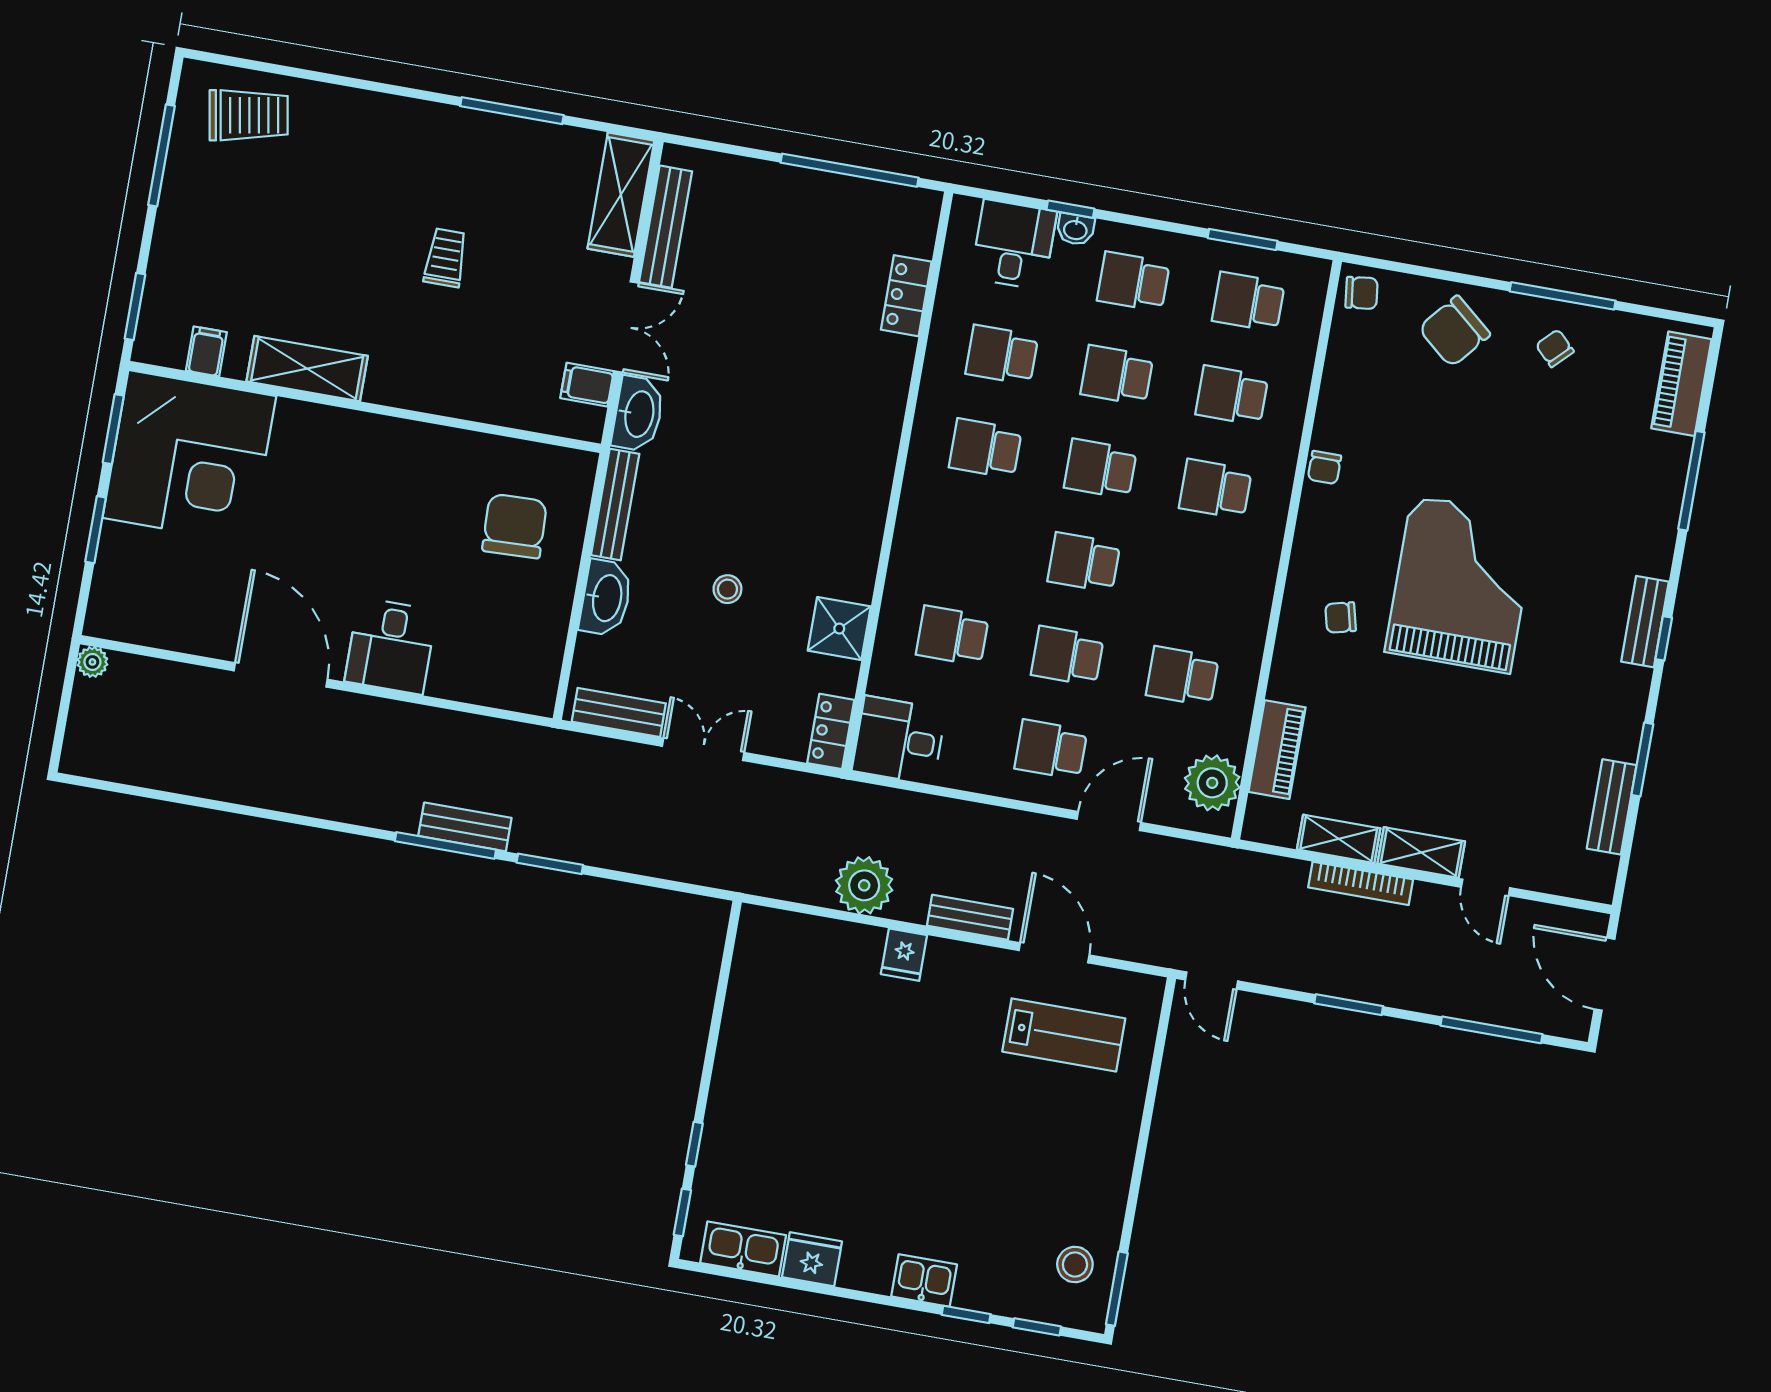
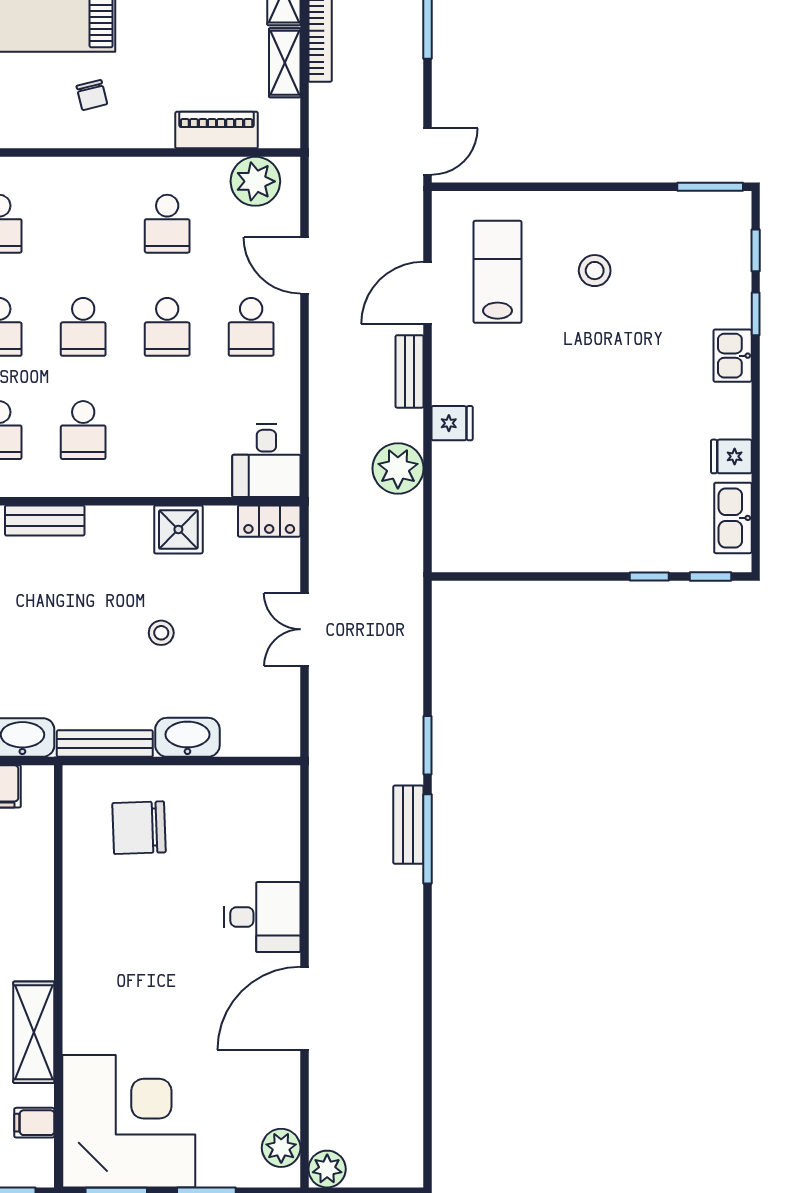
plant: (130, 622) -> (281, 1148), added
school desk: (952, 636) -> (83, 430), moved
plant: (92, 662) -> (327, 1169), width x1.38, depth x1.38
bench: (619, 712) -> (45, 520), moved, turned 90
fridge: (812, 1259) -> (731, 456), width x0.72
stool: (1075, 1265) -> (595, 271), moved

